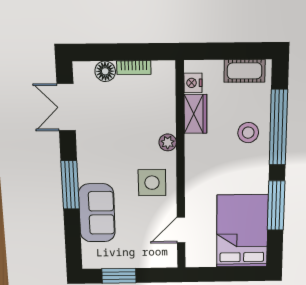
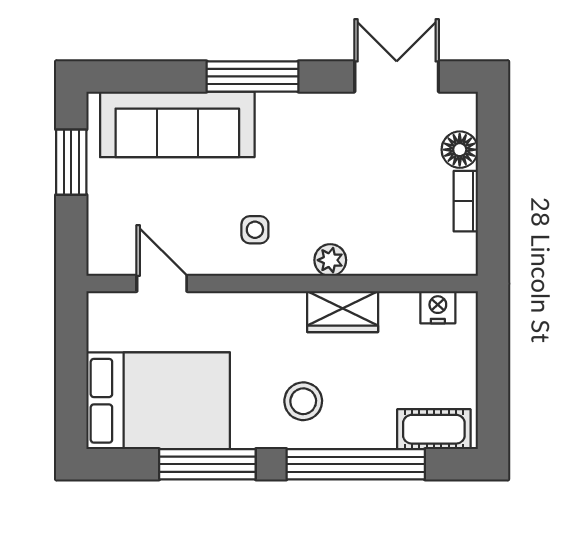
cot: (245, 71) -> (434, 429), moved, turned 90
wardrobe: (195, 114) -> (343, 312), moved
stool: (248, 133) -> (303, 401), moved
side table: (152, 183) -> (255, 230), width x0.54, depth x0.54
sofa: (97, 213) -> (177, 124), width x1.36

